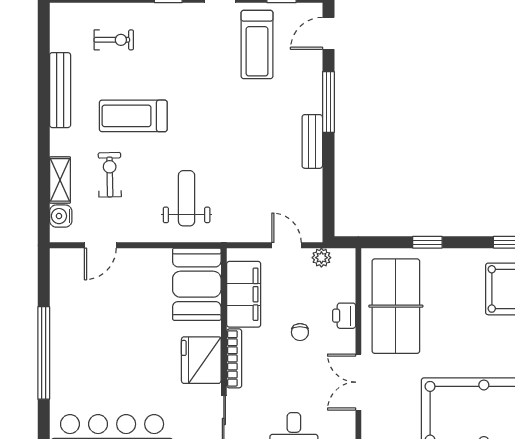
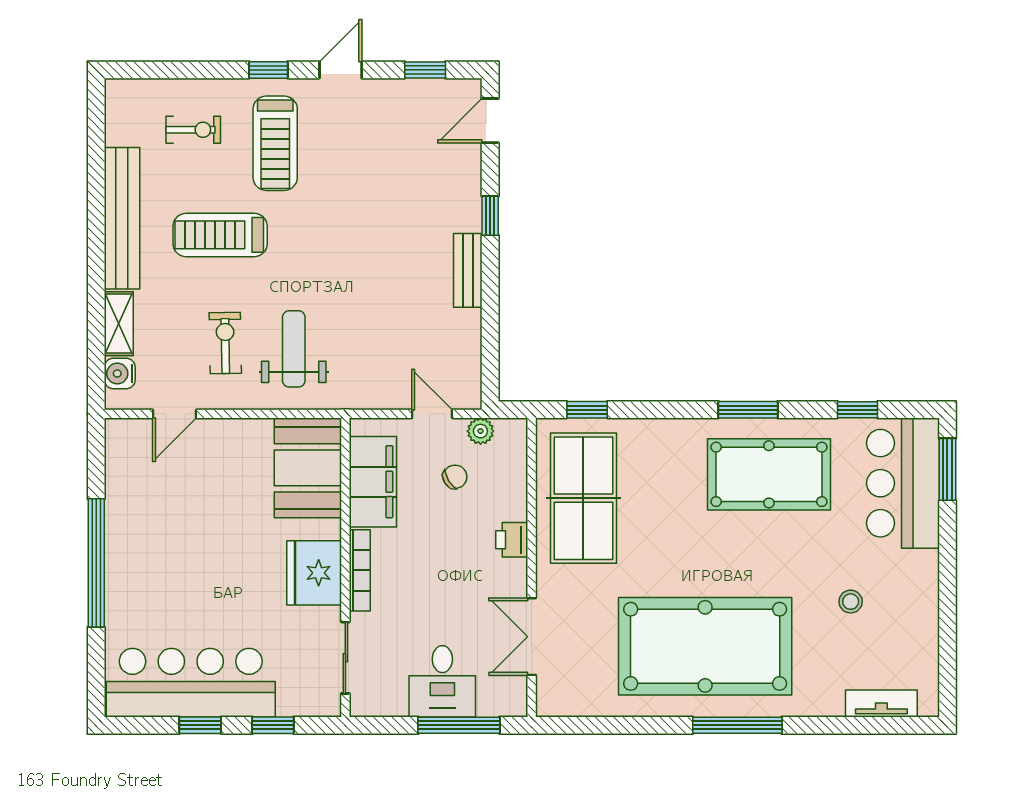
treadmill: (257, 44) -> (275, 143), moved
bench: (60, 90) -> (122, 218), width x1.37, depth x1.21
window: (328, 102) -> (490, 216), width x0.46
exercise bike: (110, 175) -> (225, 343), moved
window: (427, 242) -> (587, 410), moved
printer: (344, 316) -> (512, 540), moved
chair: (300, 332) -> (455, 477), moved, turned -120
double door: (358, 382) -> (532, 637), moved

